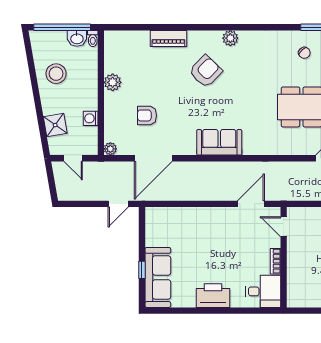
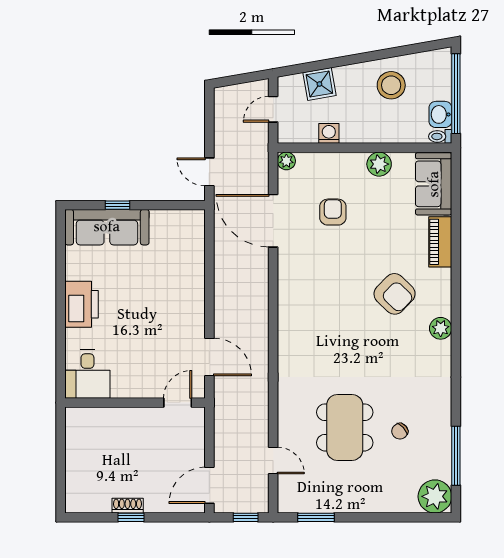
chair: (304, 53) -> (400, 431), moved
sofa: (219, 142) -> (434, 184), moved, turned 180
bookcase: (275, 261) -> (130, 391), removed

